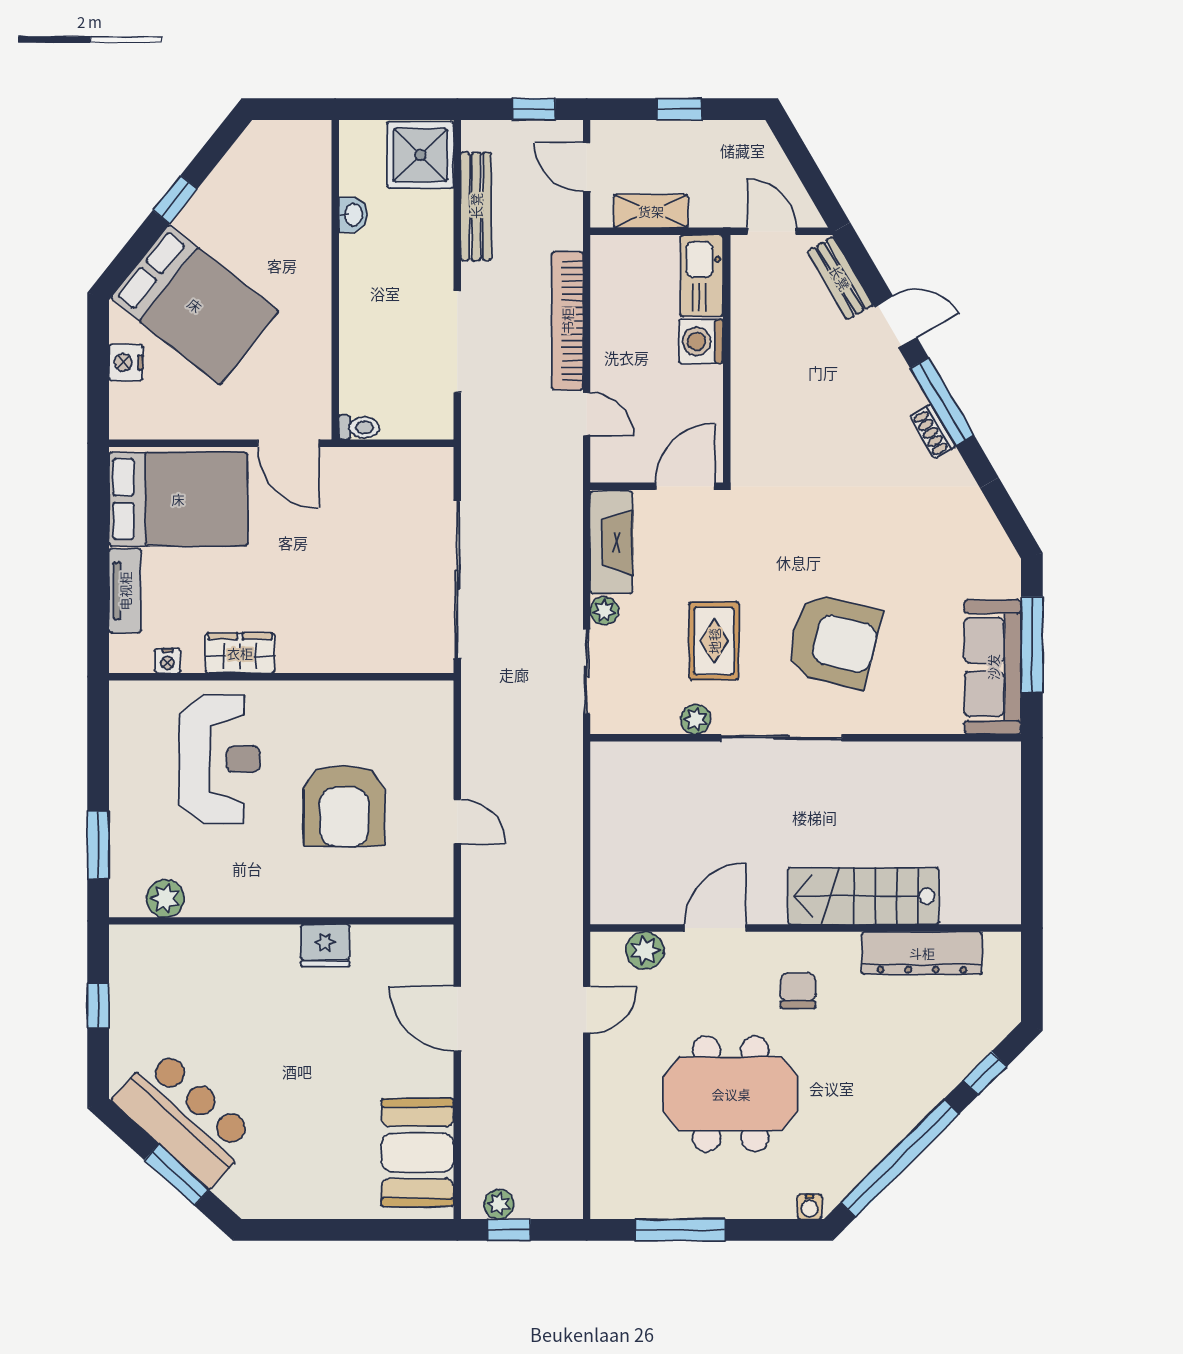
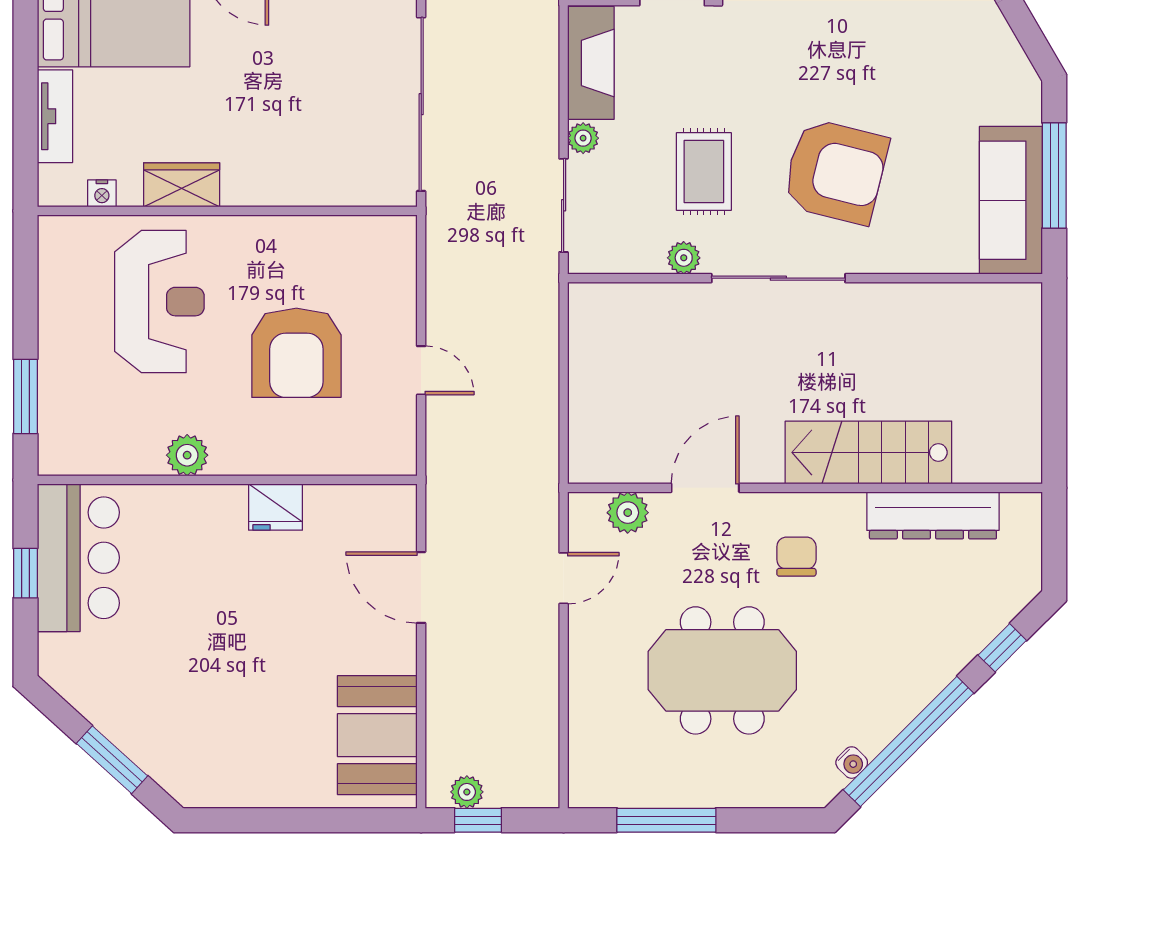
plant: (165, 898) -> (187, 455), moved
bar counter: (185, 1118) -> (78, 558), moved, turned 48
water cooler: (810, 1207) -> (852, 763), moved, turned -45

